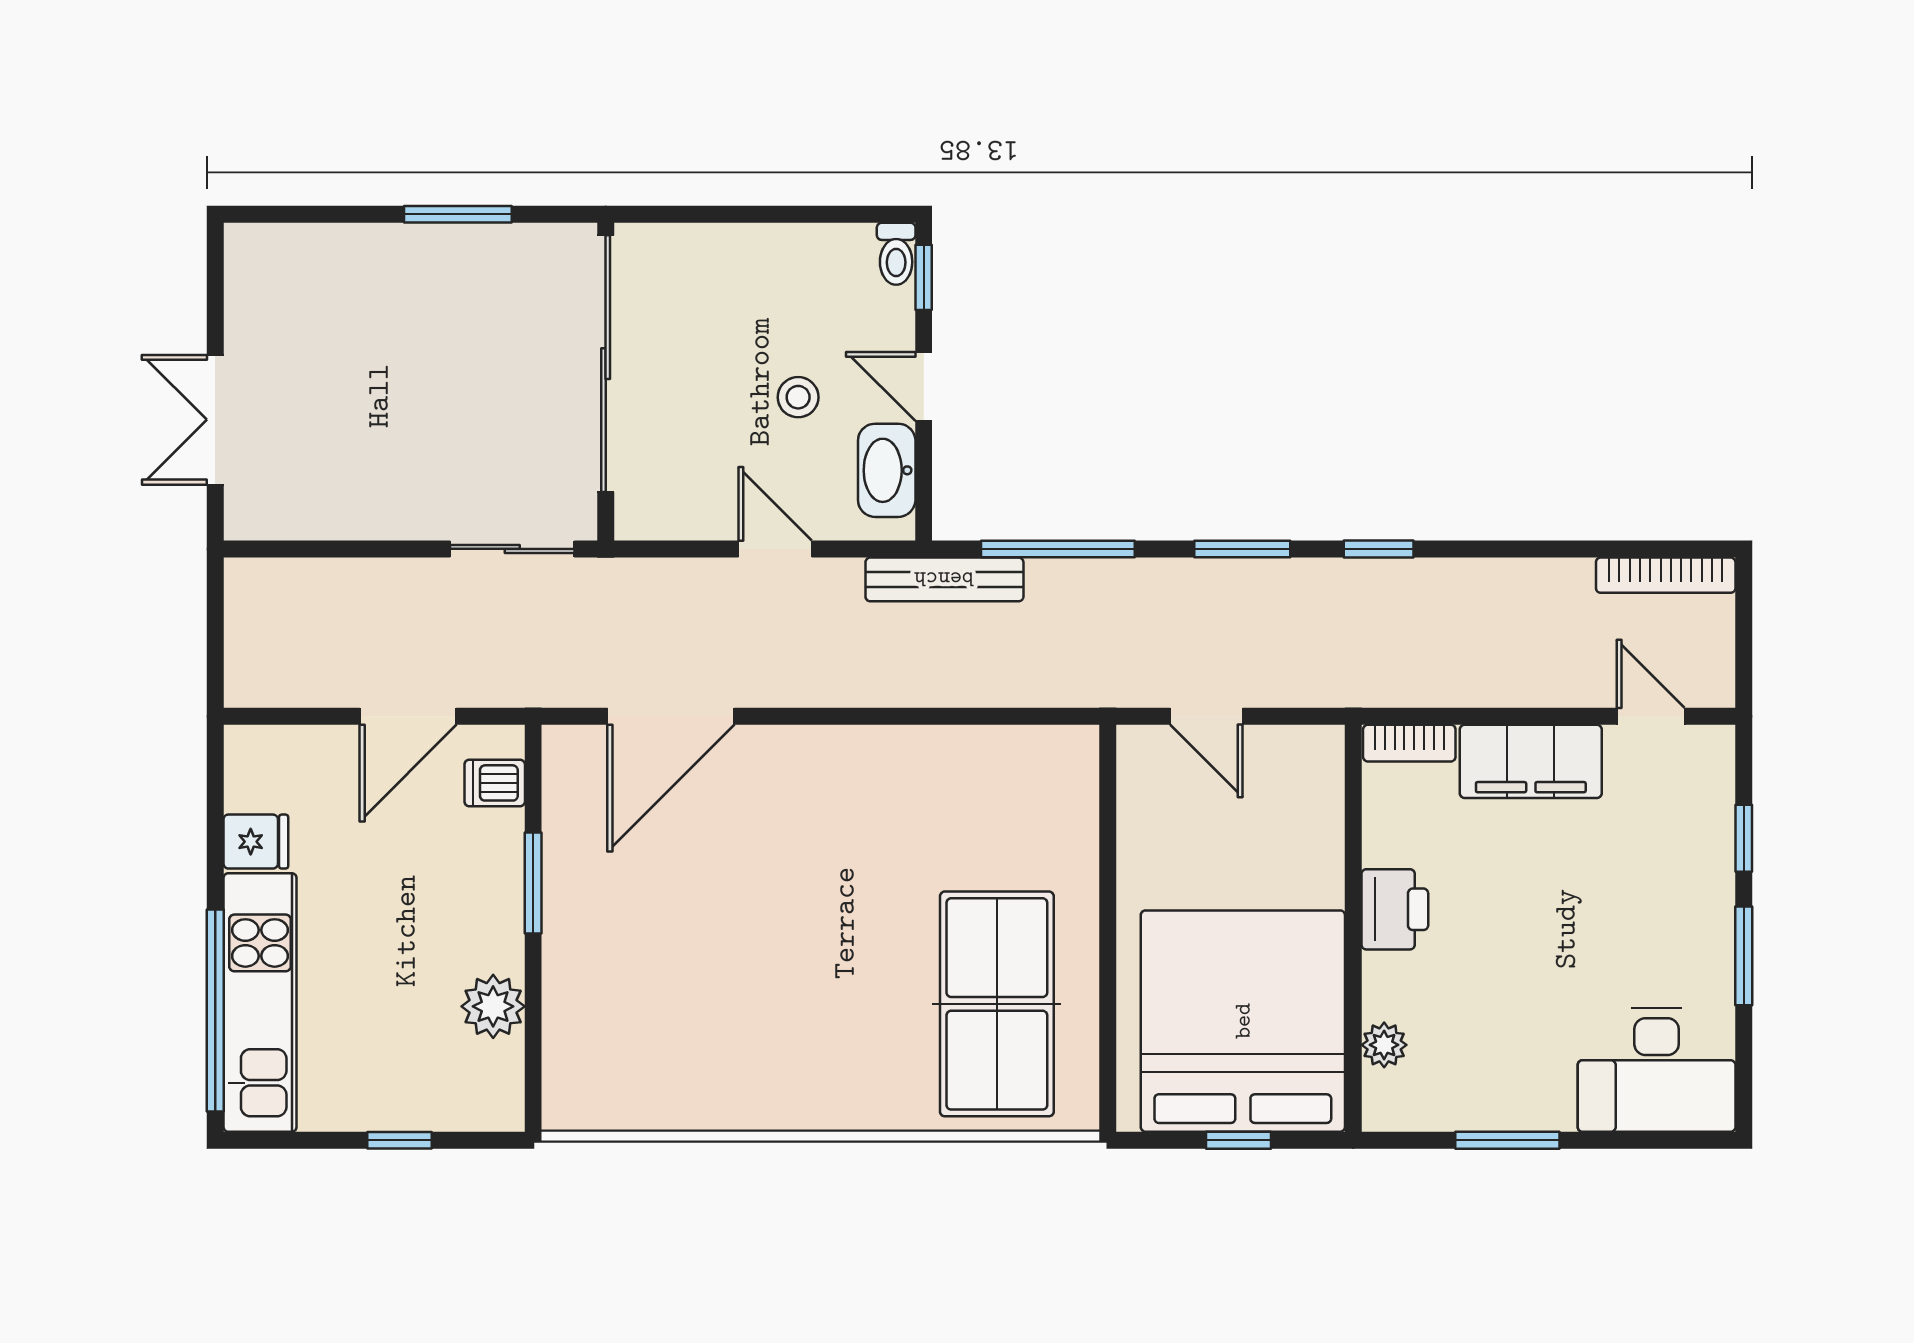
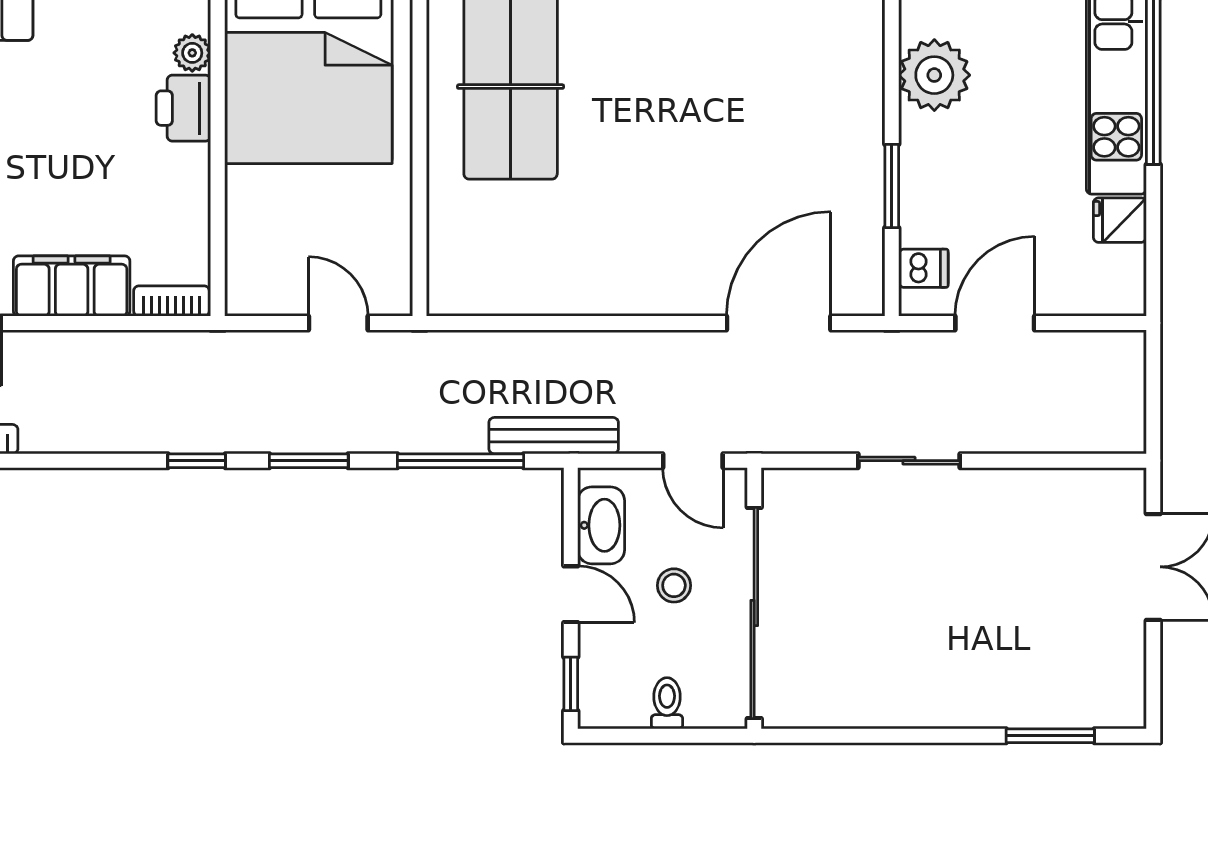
window: (458, 214) -> (1050, 736), moved
toilet: (896, 254) -> (667, 703), moved
sliding door: (606, 364) -> (754, 613), moved
wall: (606, 382) -> (754, 598), moved
printer: (1395, 909) -> (183, 108), moved
plant: (493, 1006) -> (934, 75), width x1.36, depth x1.36

